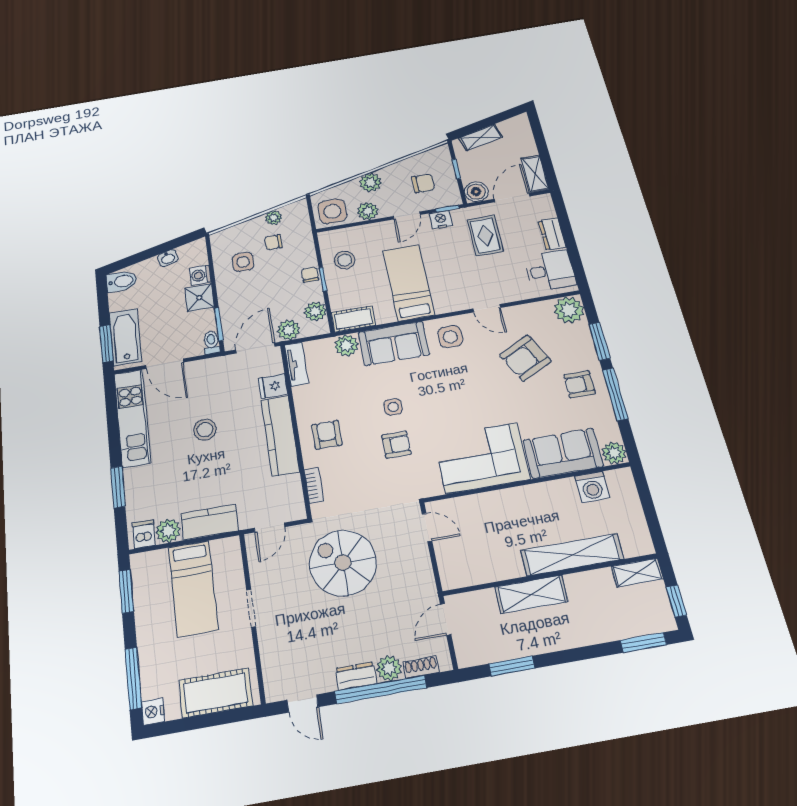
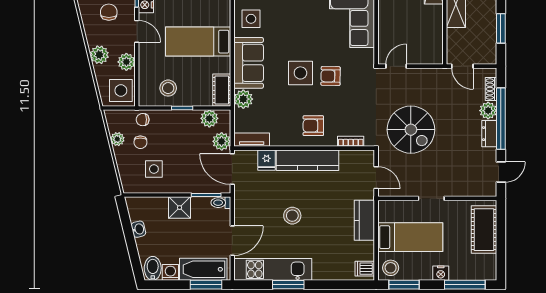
washing machine: (200, 275) -> (170, 272), moved, turned 180
chair: (310, 275) -> (143, 120), moved
side table: (393, 407) -> (300, 73), width x1.87, depth x1.87
armchair: (396, 445) -> (331, 76), turned -89
window: (118, 487) -> (288, 285), moved
plant: (168, 531) -> (365, 251), removed
spiral stairs: (343, 563) -> (411, 130), turned -90
stool: (148, 569) -> (391, 268), added
nightstand: (153, 712) -> (441, 273), moved

